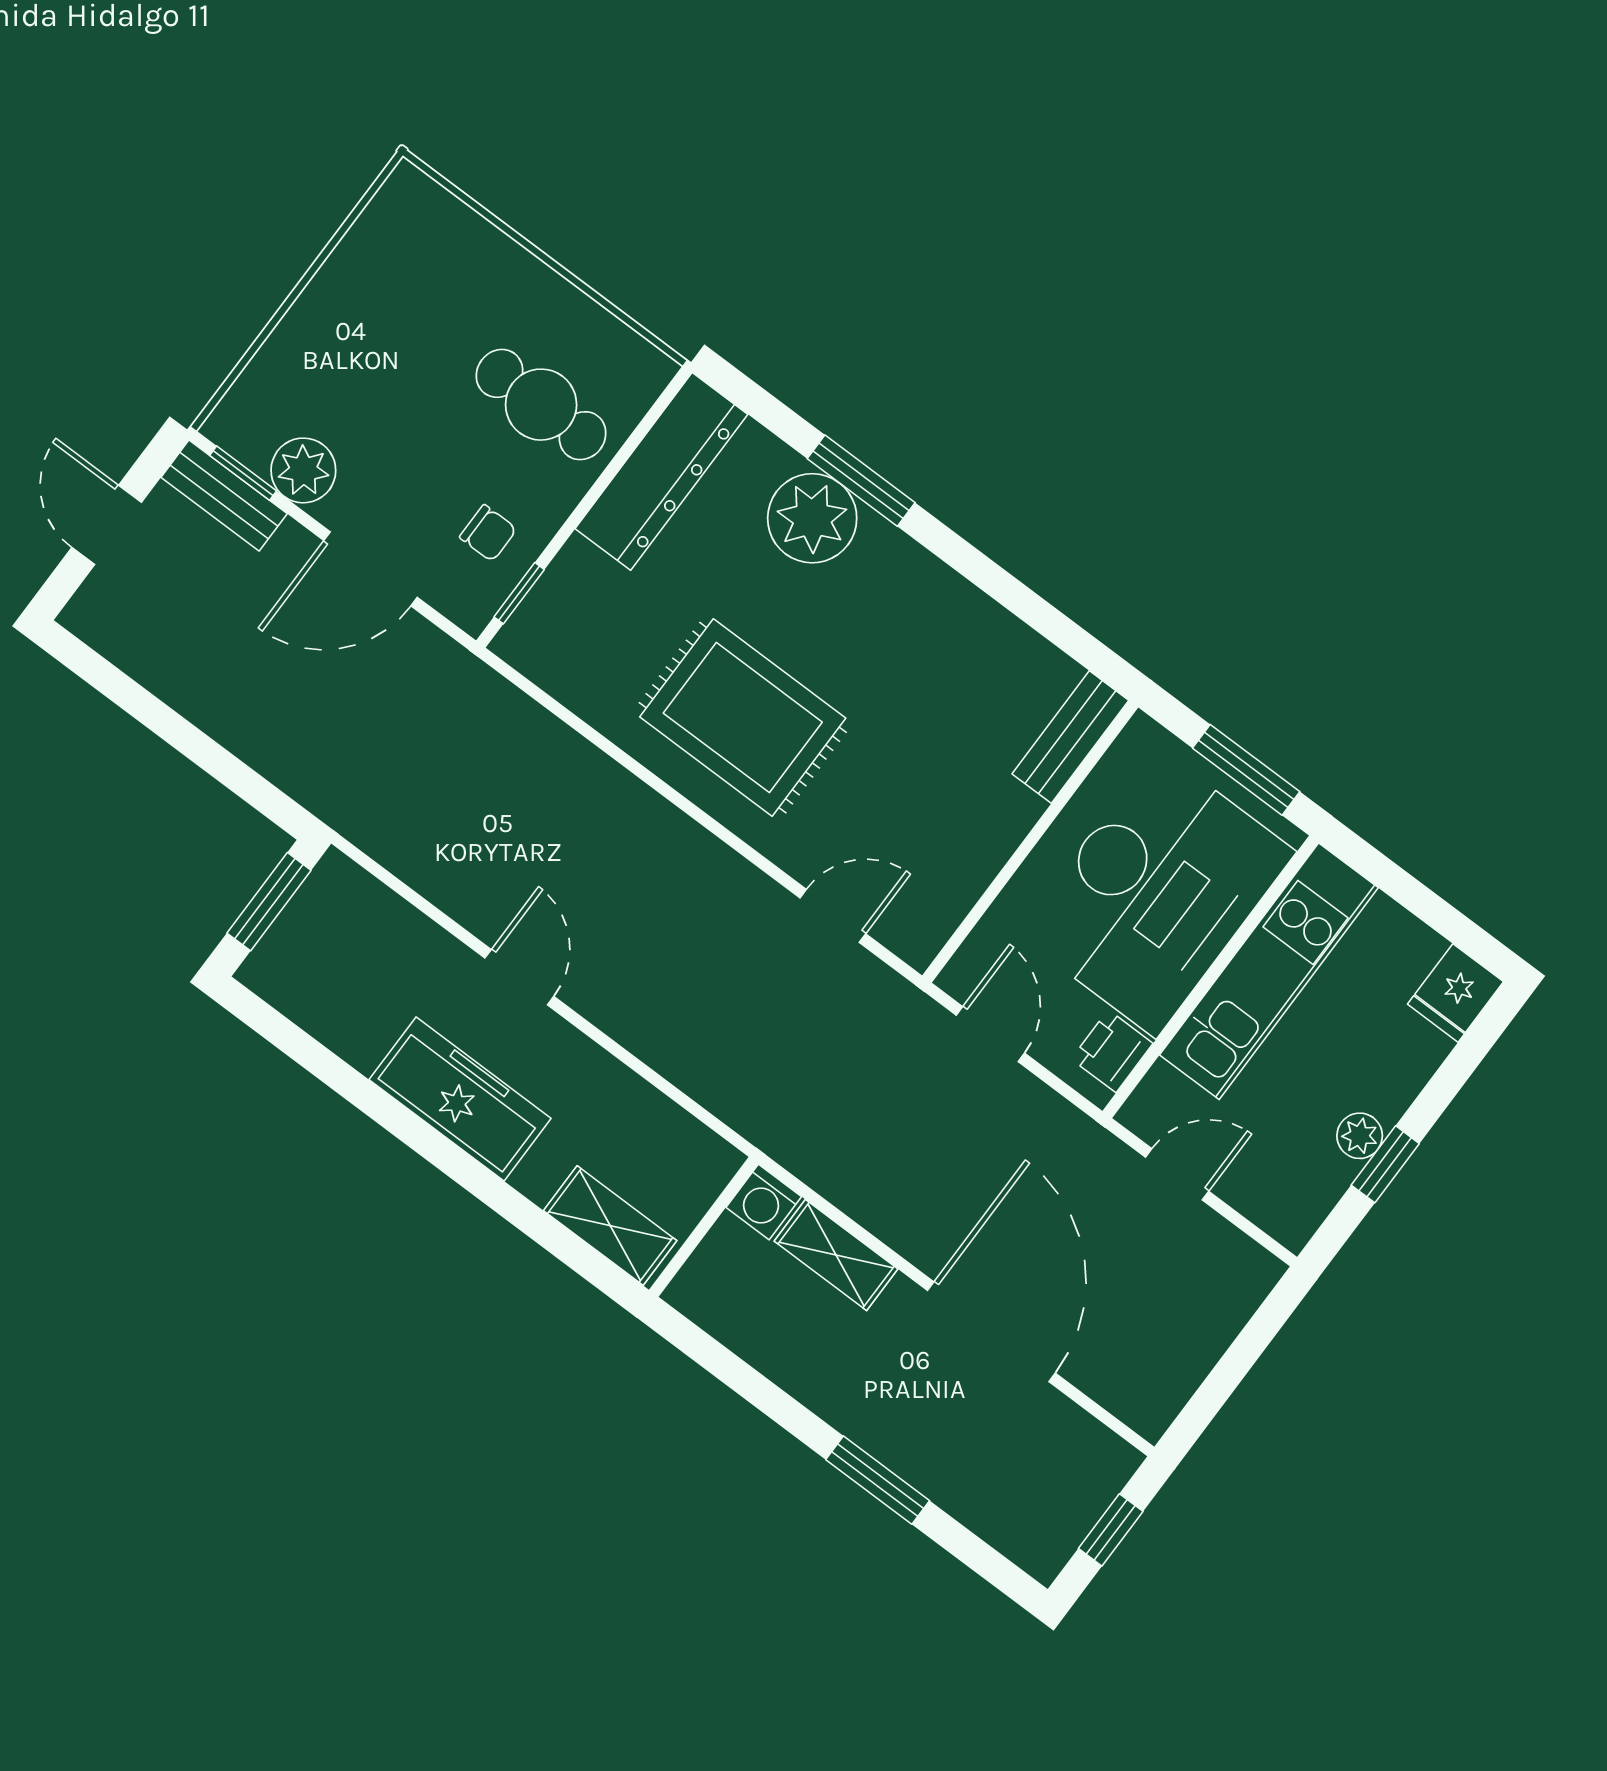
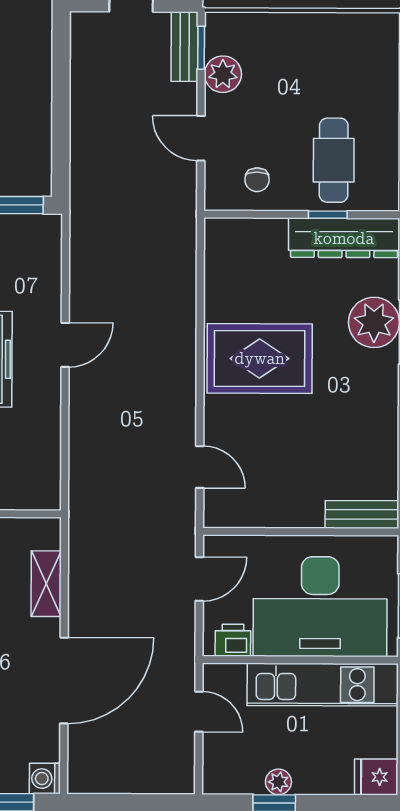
door: (371, 569) -> (201, 138), width x0.73
window: (519, 593) -> (328, 215), moved
rug: (743, 718) -> (260, 358), turned 90
washing machine: (764, 1202) -> (45, 779), moved

